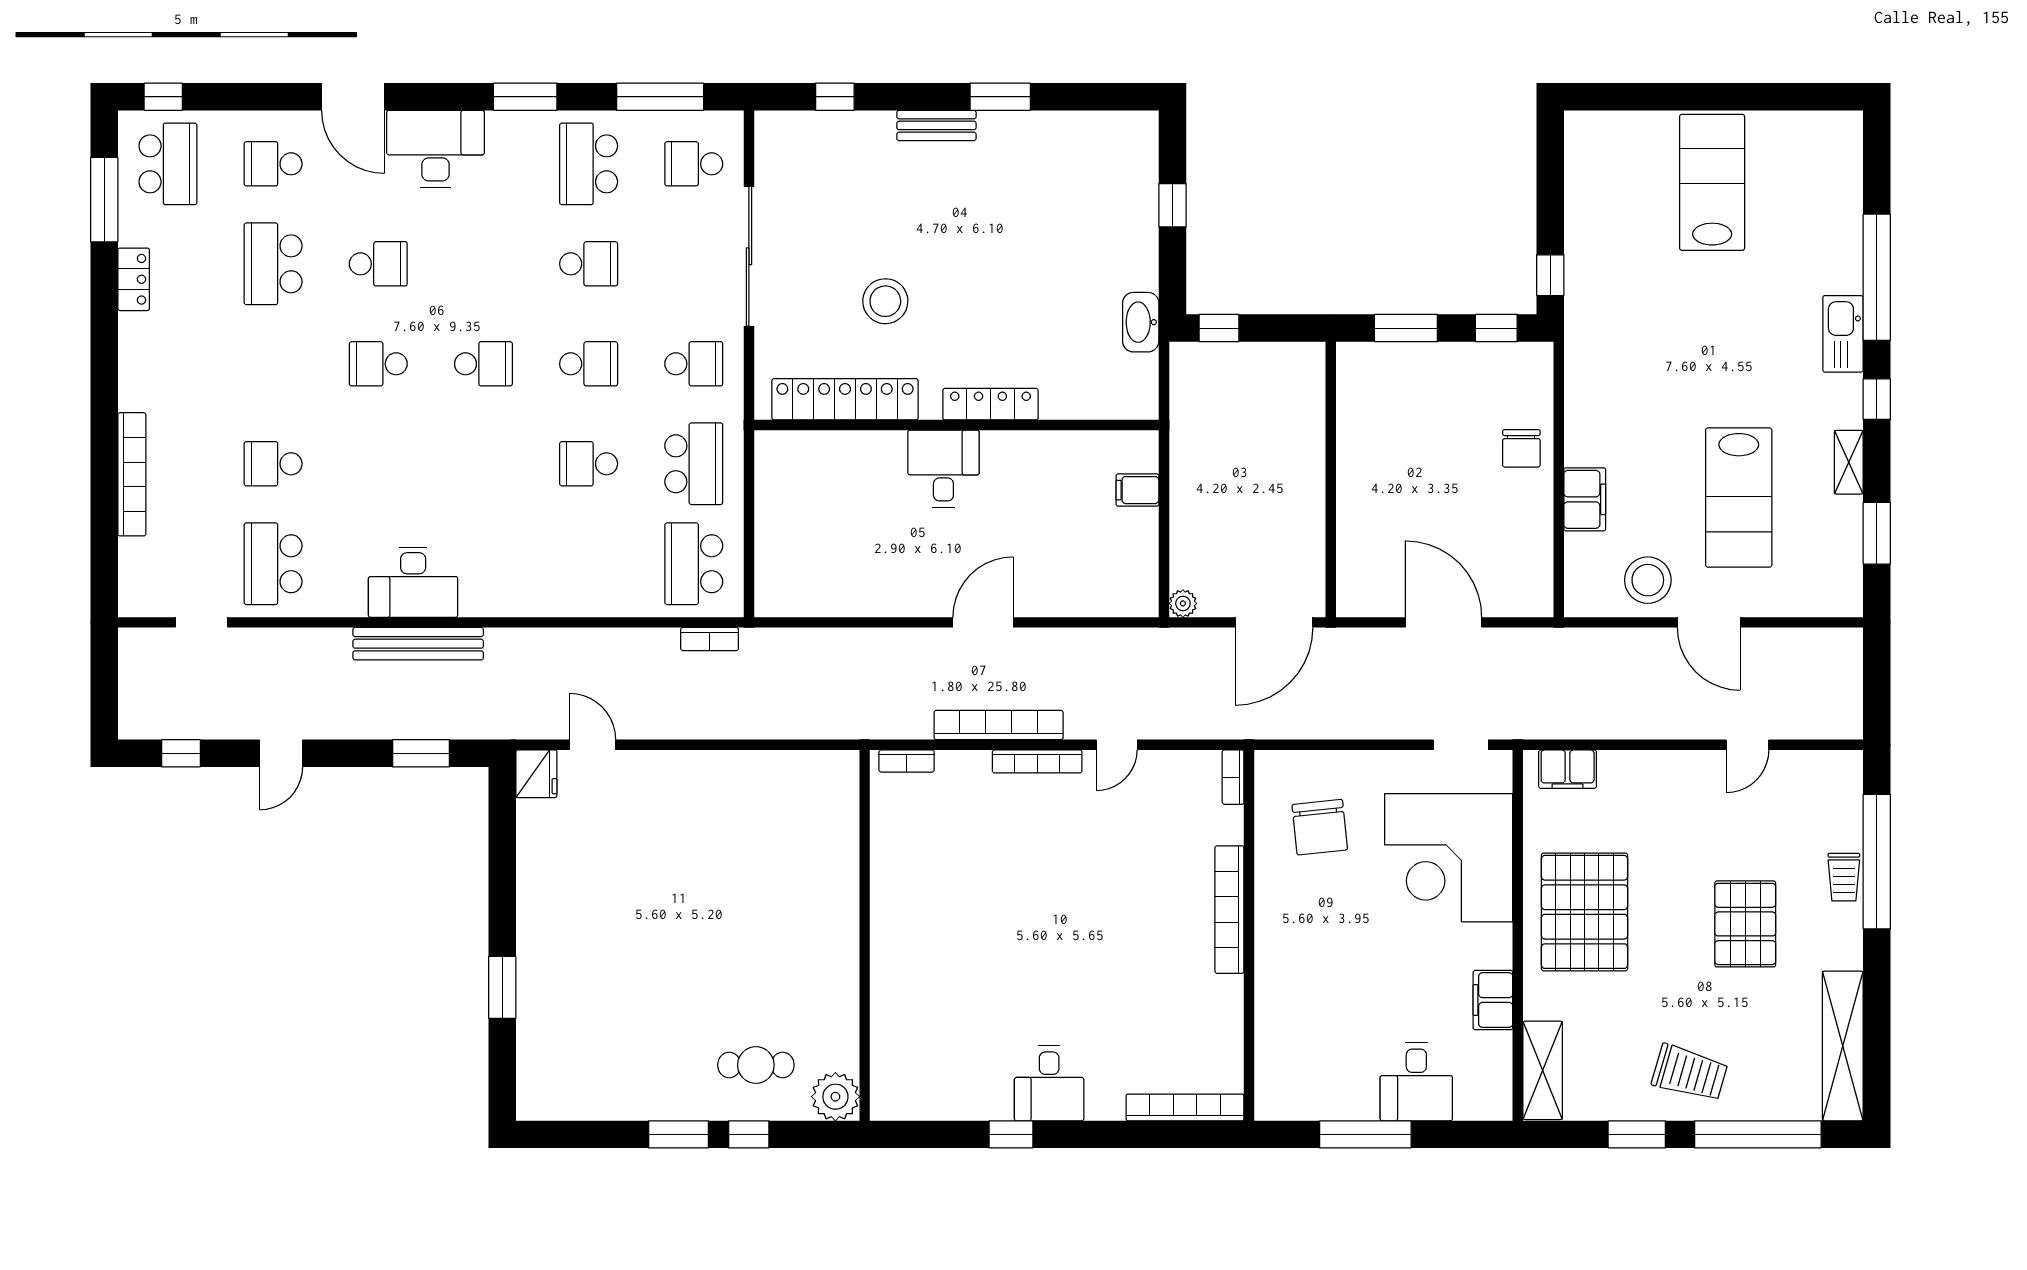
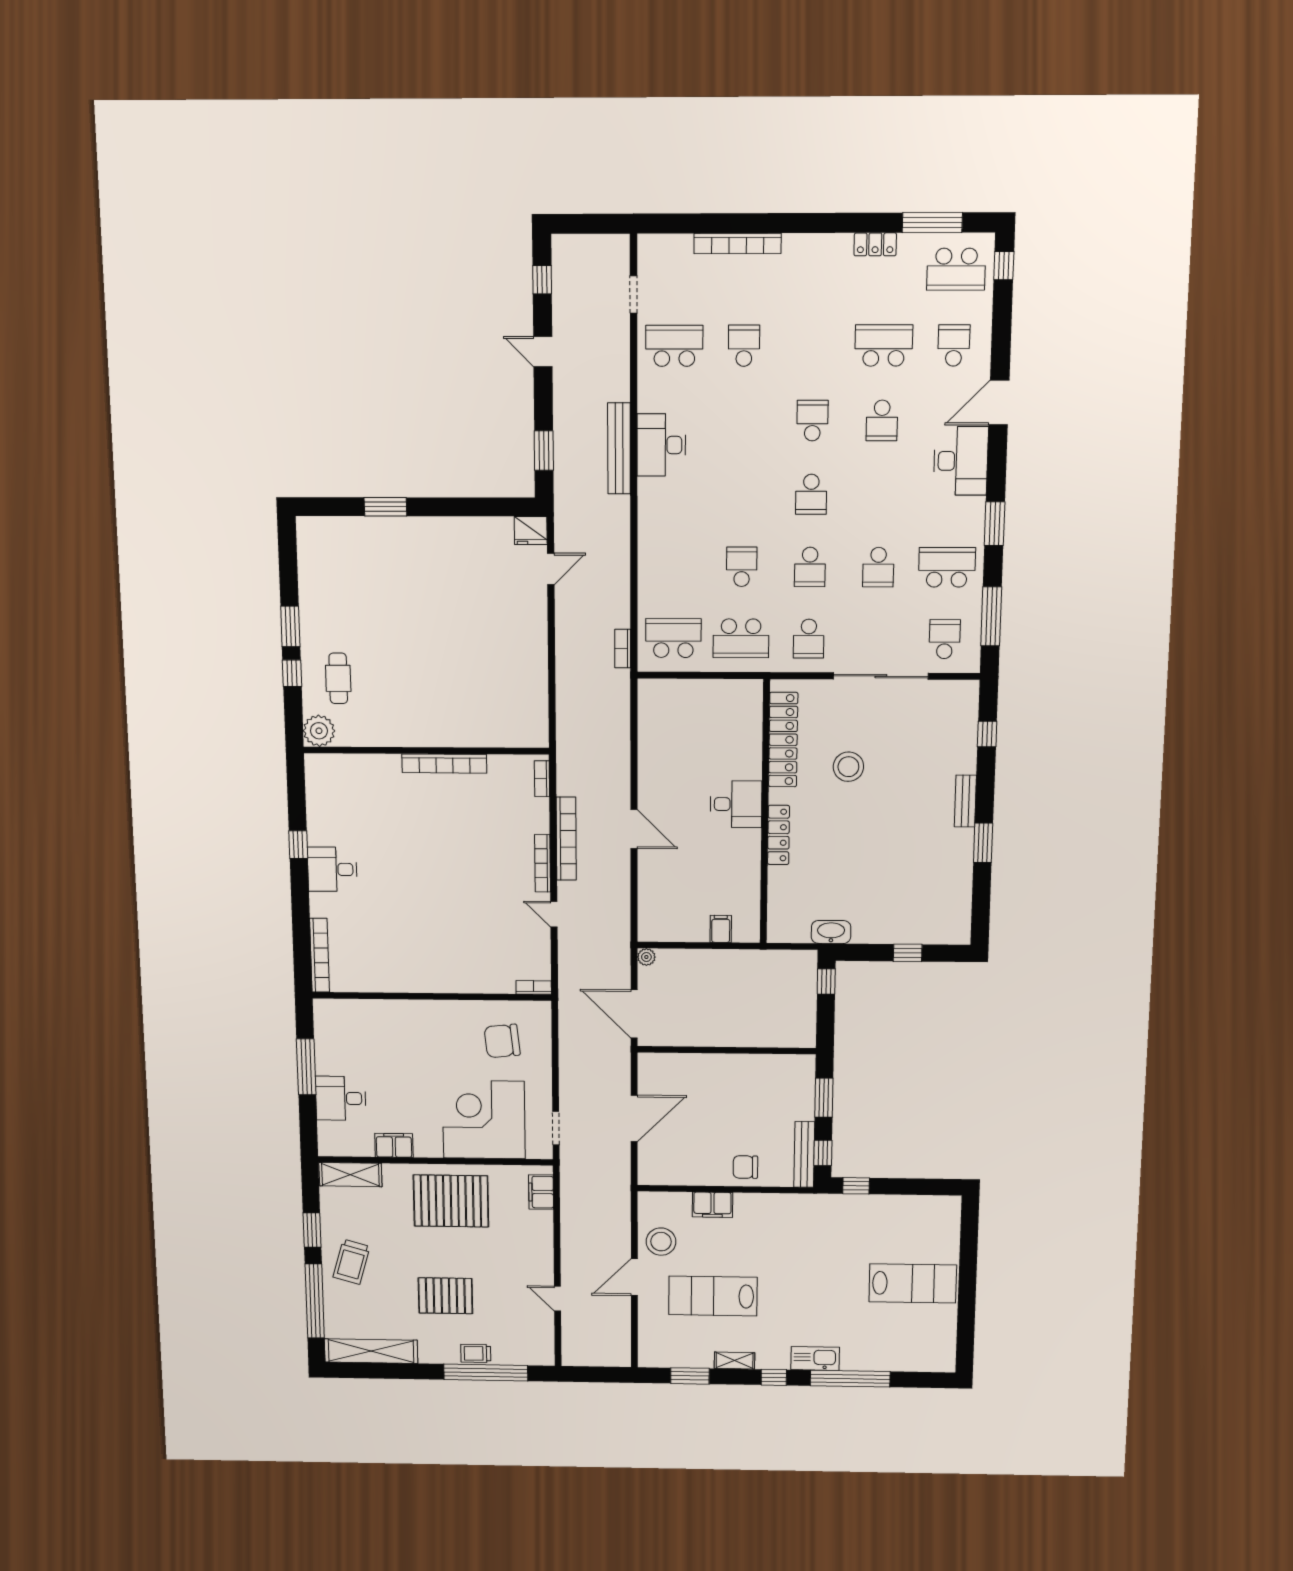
bench: (1499, 357) -> (804, 1154), added
bookcase: (1229, 910) -> (444, 764), moved, turned 180

